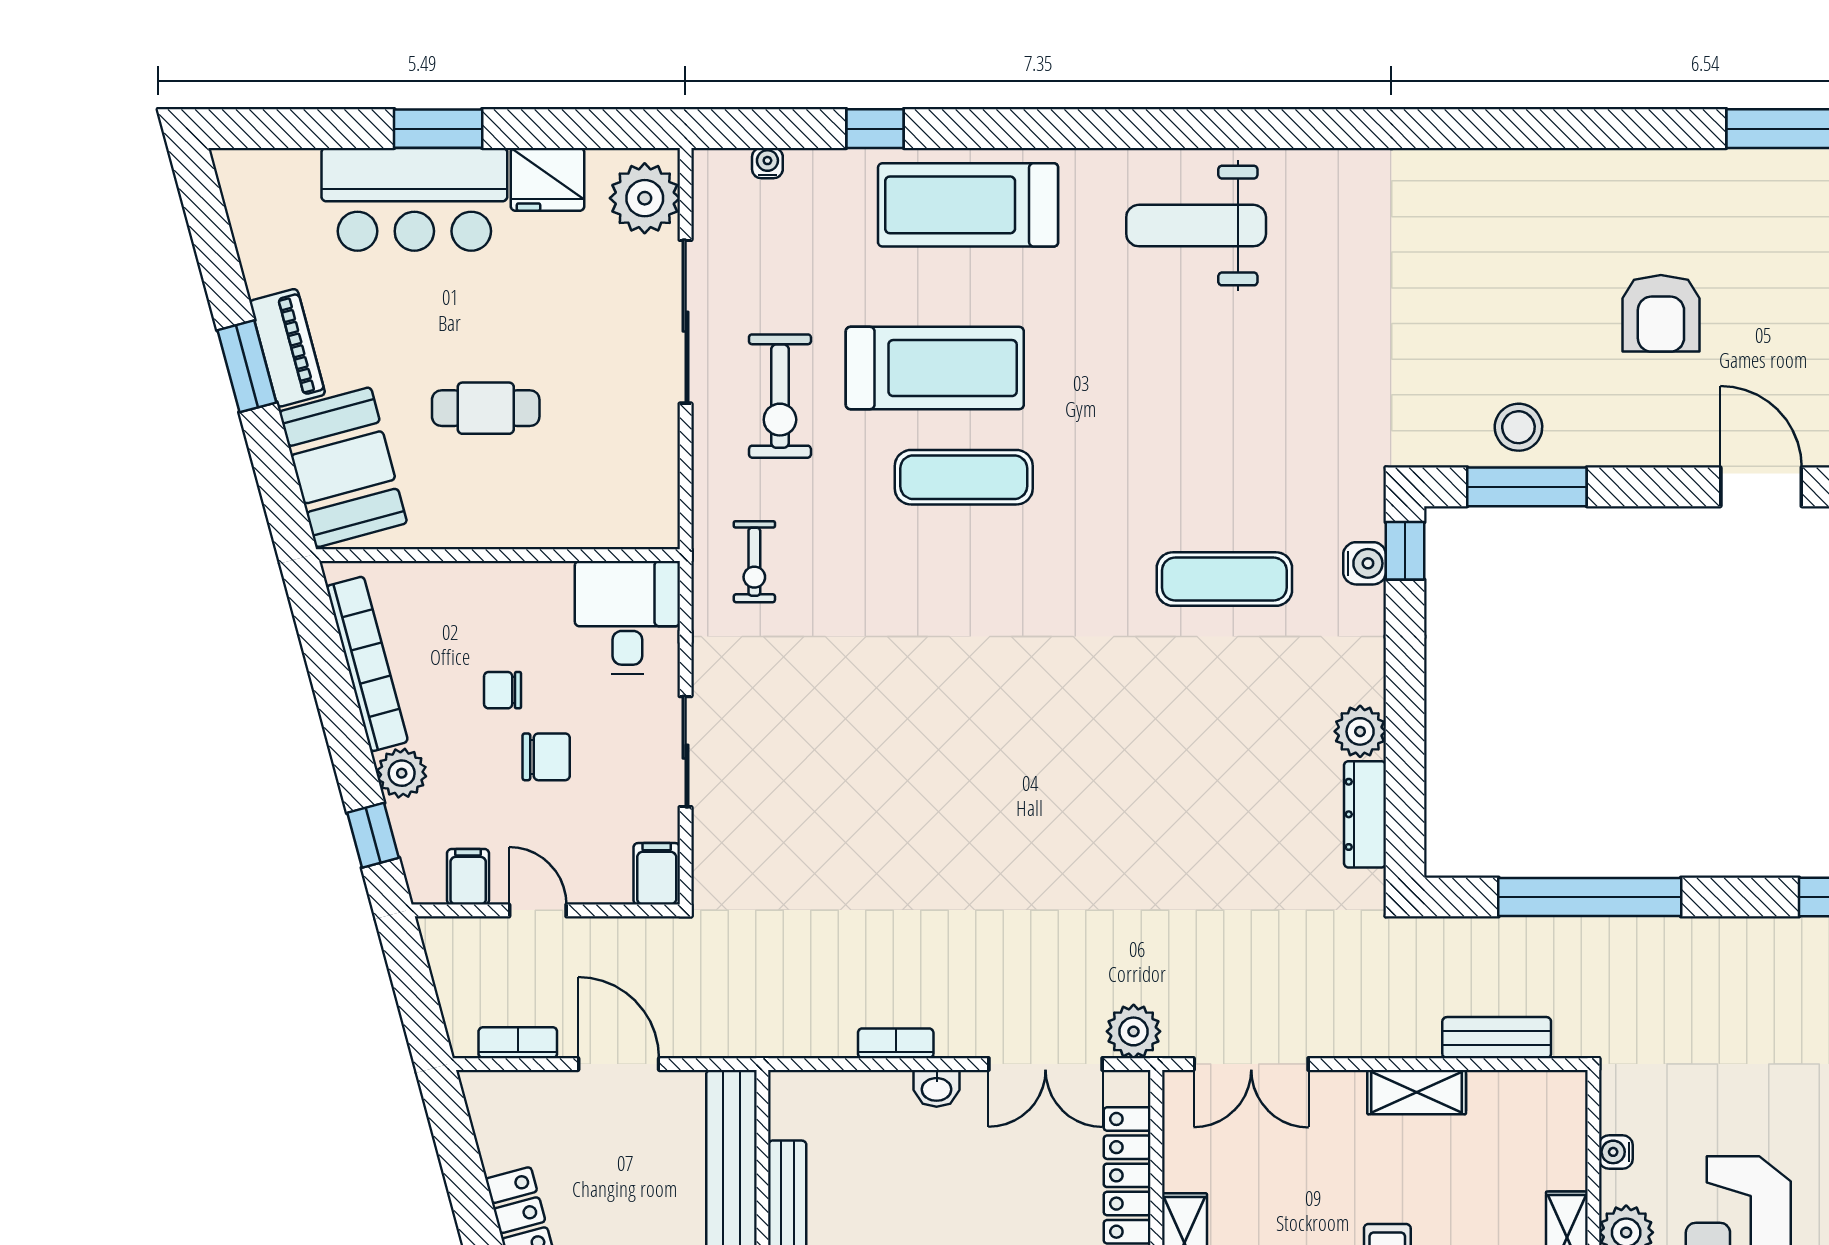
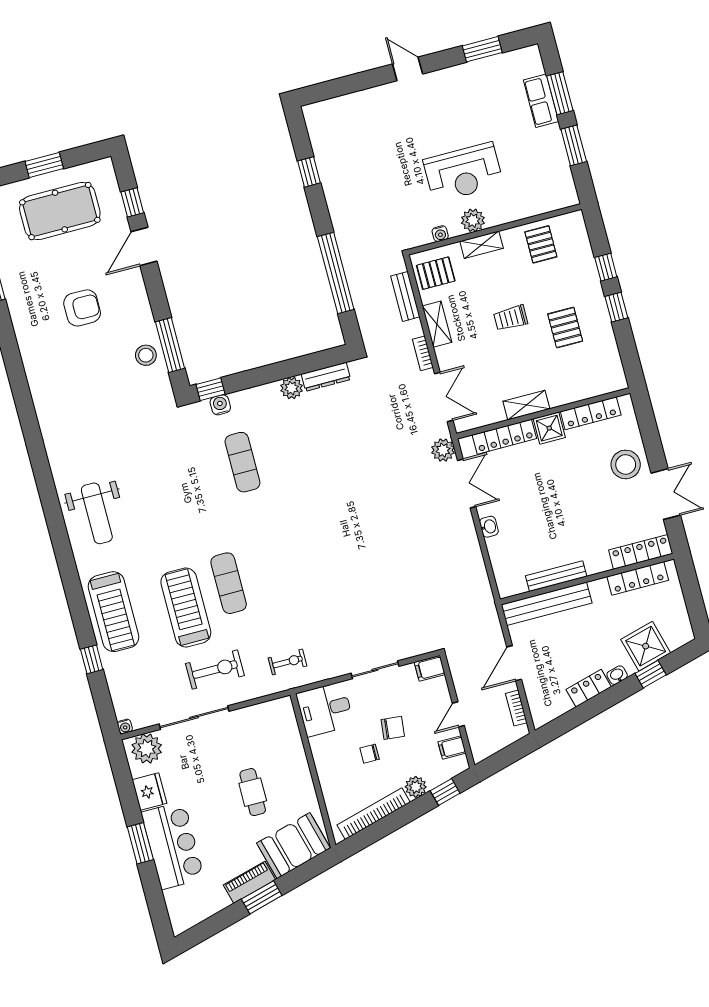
water cooler: (767, 163) -> (125, 726), moved, turned -90
chair: (503, 690) -> (370, 754), turned 90
chair: (546, 757) -> (393, 728), turned 96
bookcase: (896, 1043) -> (423, 353), moved
pallet: (1531, 1119) -> (436, 273), added

